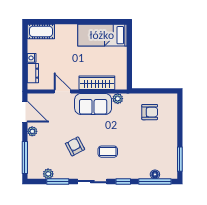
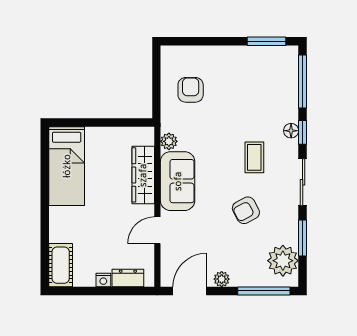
plant: (48, 174) -> (283, 261), width x1.88, depth x1.88
floor lamp: (155, 174) -> (291, 131), moved

